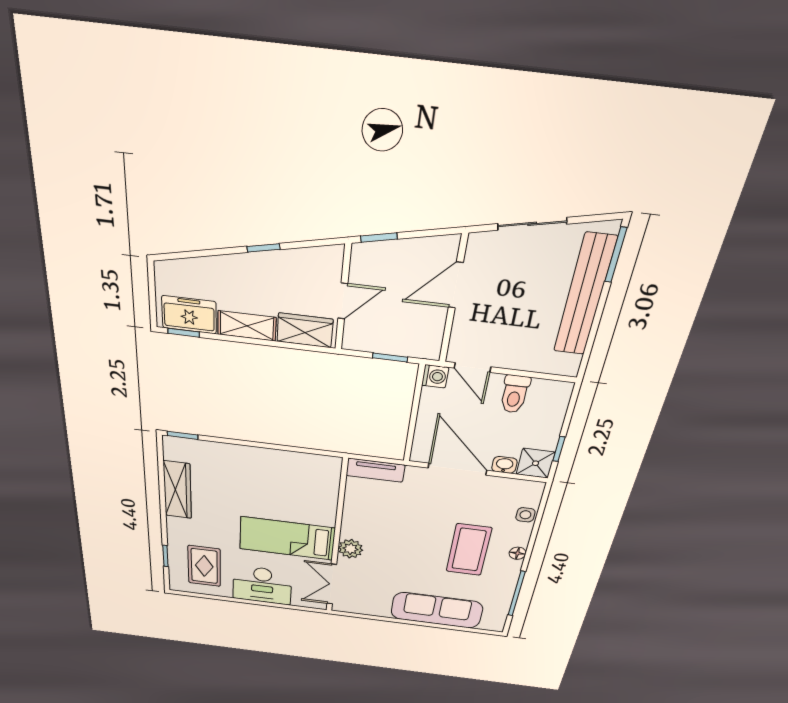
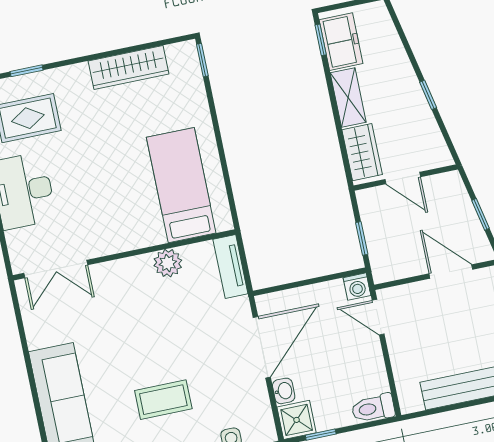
window: (379, 238) -> (481, 214), moved
door: (472, 367) -> (378, 317), hinge flipped
toilet: (515, 394) -> (373, 408), moved
bed: (287, 538) -> (181, 185), moved
plant: (351, 549) -> (168, 263), moved
coffee table: (469, 550) -> (163, 400), width x0.73, depth x0.76
double door: (332, 584) -> (56, 269), swing flipped

